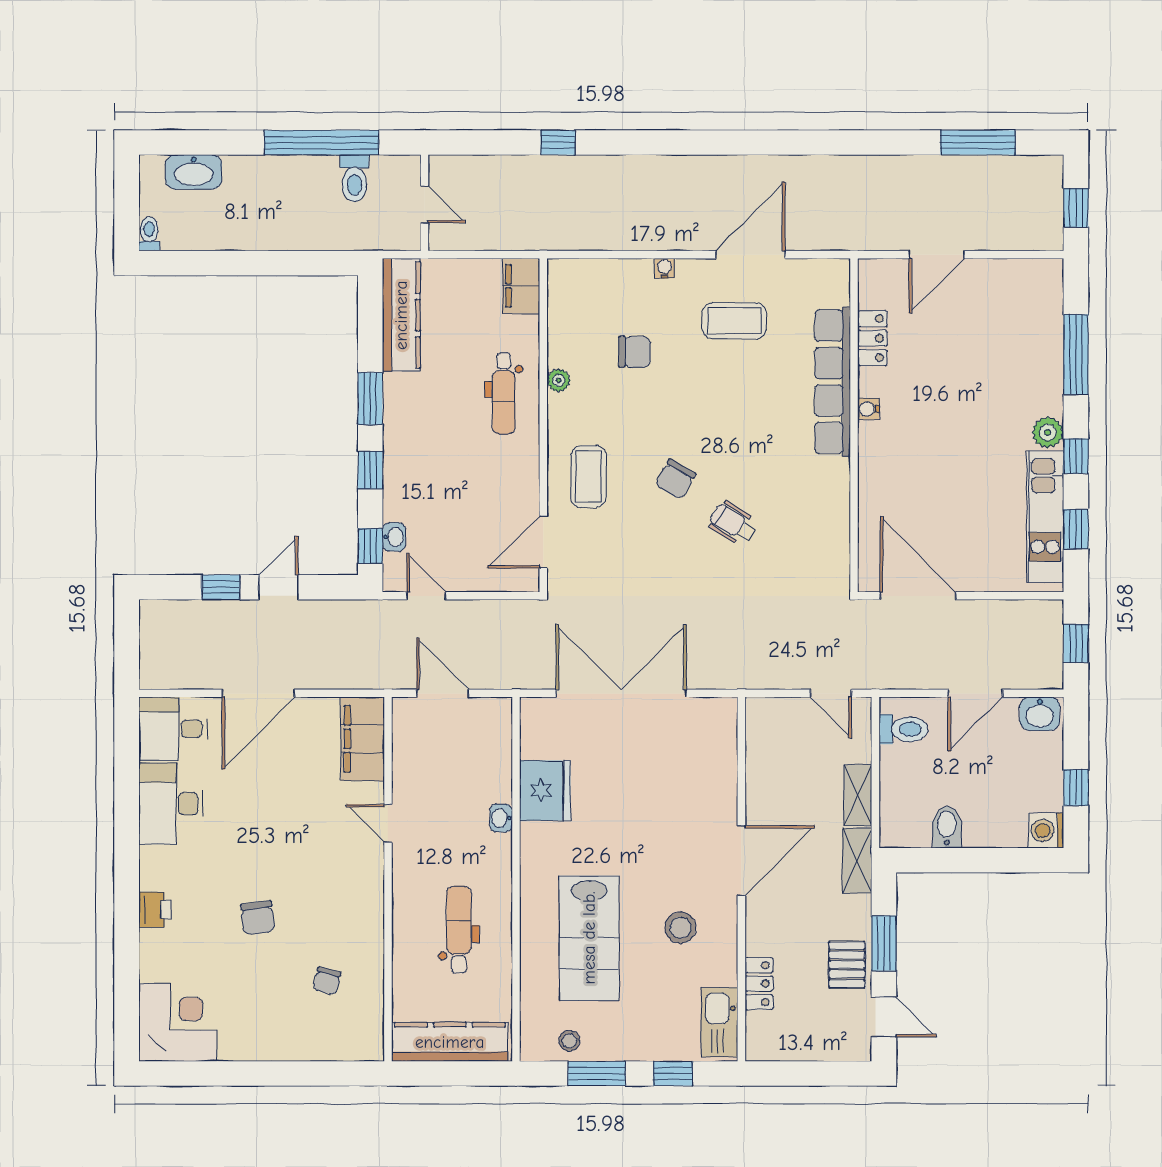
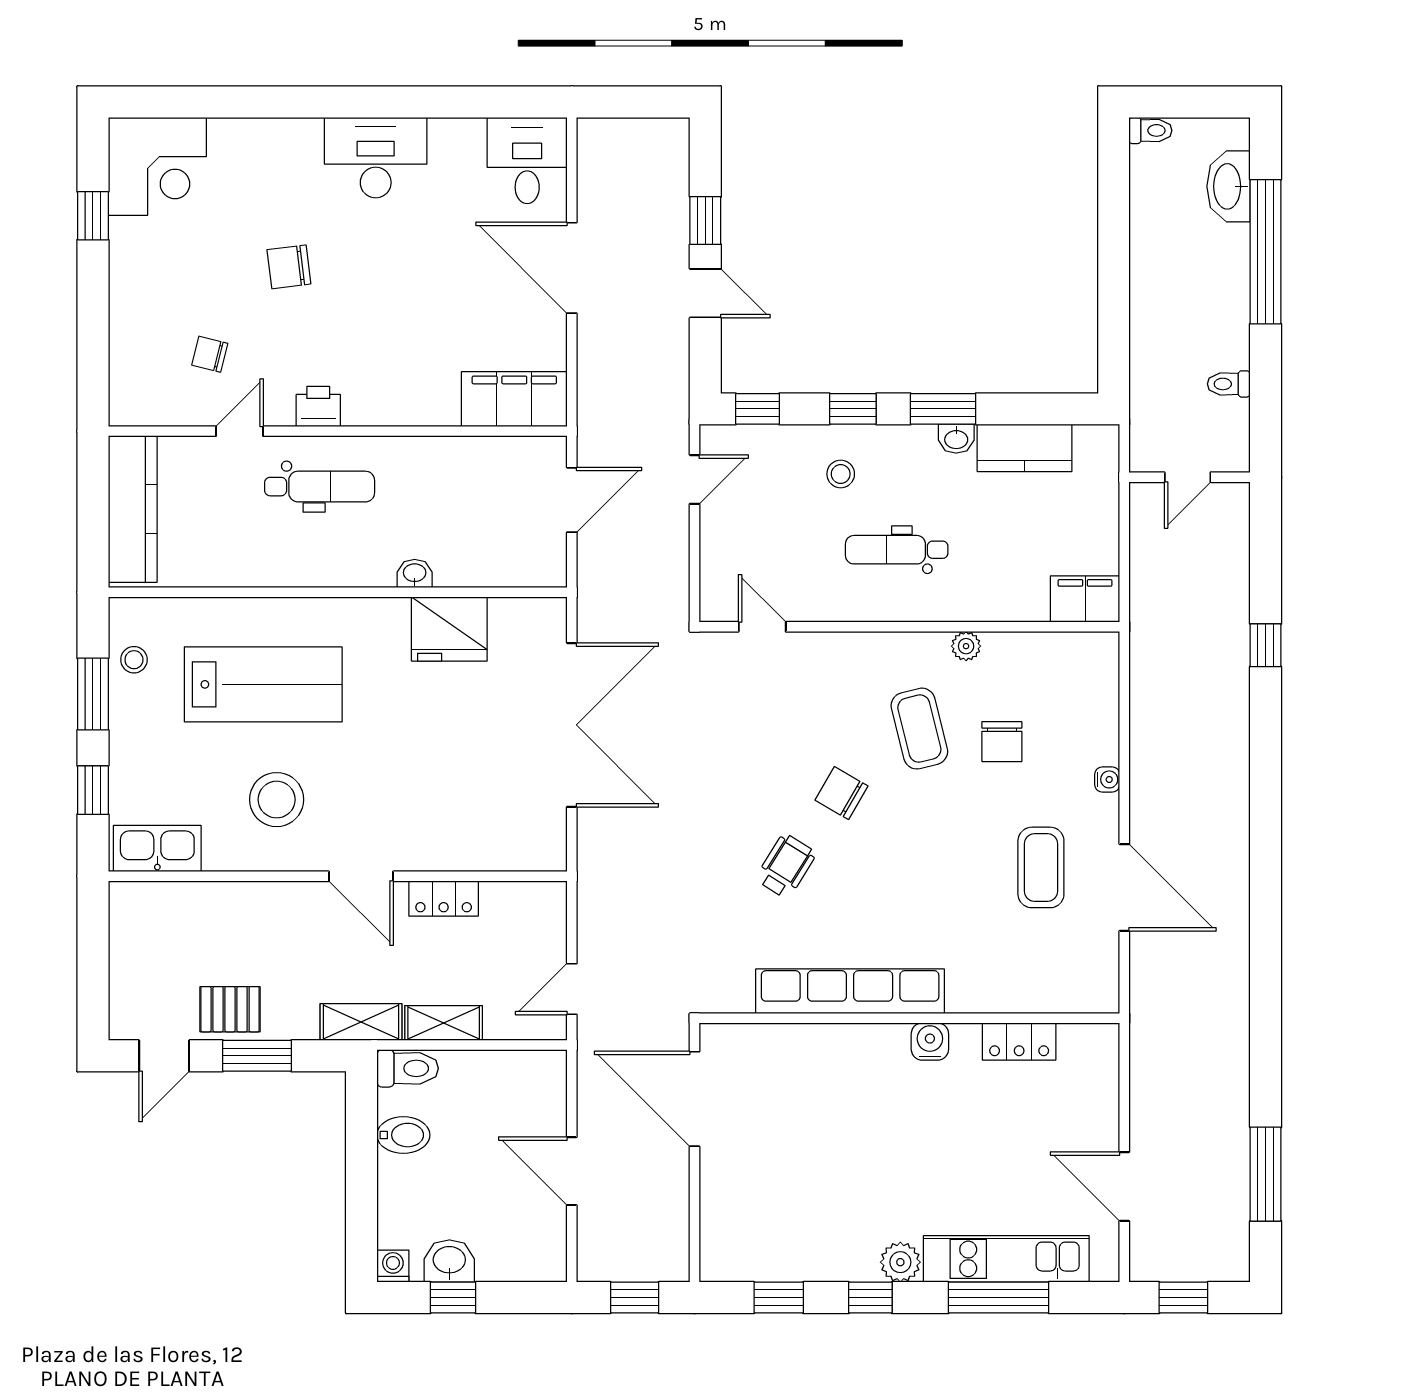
window: (322, 143) -> (1266, 252), moved
toilet: (354, 178) -> (1229, 384), width x0.73, depth x0.72
door: (937, 255) -> (1124, 1187), moved
kitchen counter: (401, 315) -> (1025, 448), width x0.67
row of seats: (833, 382) -> (850, 991), moved
dental chair: (504, 393) -> (897, 550), moved
water cooler: (868, 409) -> (930, 1042), width x1.38, depth x1.38
coffee table: (588, 476) -> (919, 729), moved, turned 76
stool: (422, 480) -> (841, 474), added
kitchen unit: (1045, 517) -> (1006, 1259), moved
washbasin: (394, 537) -> (956, 439), moved
door: (543, 542) -> (762, 627), width x0.73
door: (918, 596) -> (695, 1099), swing flipped
washbasin: (1040, 714) -> (449, 1261), moved, turned 90
toilet: (903, 729) -> (408, 1068), moved, turned -90
desk: (171, 804) -> (376, 158), moved
door: (388, 823) -> (240, 431), moved
washing machine: (1046, 830) -> (393, 1266), width x0.73, depth x0.73
door: (741, 861) -> (361, 876), width x0.73
printer: (155, 910) -> (318, 407), moved, turned 180
stool: (680, 928) -> (277, 800), width x1.38, depth x1.38
dental chair: (459, 930) -> (320, 487), moved
lab bench: (589, 938) -> (263, 684), turned 180
locker: (759, 984) -> (444, 898), moved
window: (217, 1073) -> (93, 216), added

